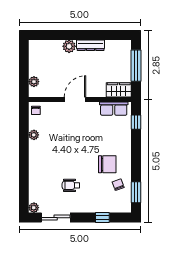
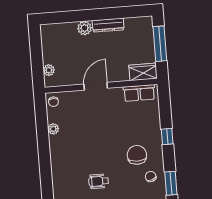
window: (136, 122) -> (167, 137), moved
chair: (107, 164) -> (137, 155), turned -90

